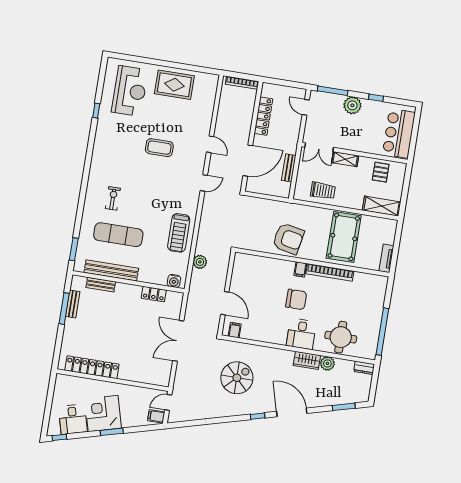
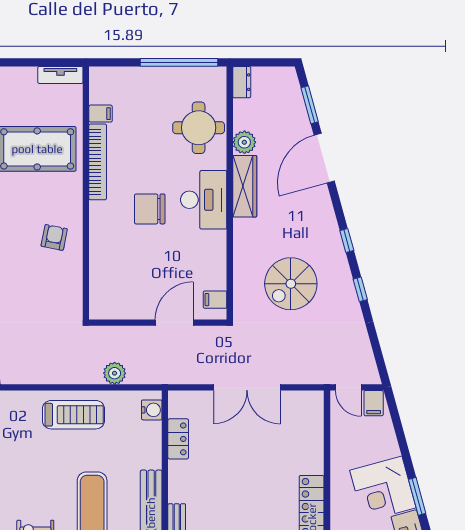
armchair: (288, 239) -> (54, 237), width x0.53, depth x0.53
filing cabinet: (300, 269) -> (101, 114), moved
chair: (296, 299) -> (150, 209), turned -90
desk: (301, 334) -> (204, 200), width x1.37
wardrobe: (307, 360) -> (245, 186), width x1.50
spiral stairs: (237, 378) -> (291, 284), turned -90
door: (292, 412) -> (324, 158), moved
window: (227, 419) -> (360, 289), added
window: (112, 432) -> (417, 496), moved

